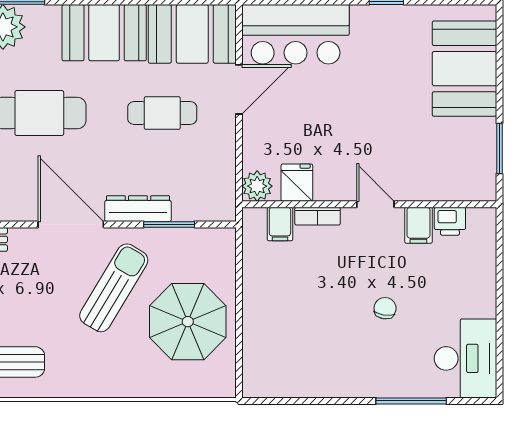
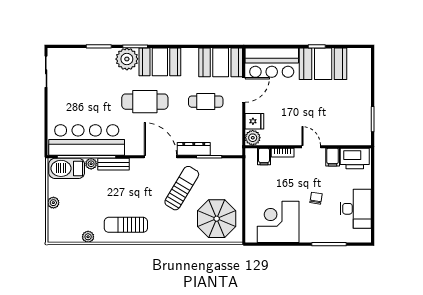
booth: (104, 33) -> (160, 62), moved
booth: (465, 69) -> (323, 64), moved, turned 90
fridge: (297, 183) -> (254, 121), moved, turned 90
printer: (450, 221) -> (355, 158), width x1.87, depth x1.48
parasol: (188, 322) -> (217, 219), moved
corner desk: (308, 356) -> (278, 222), added
desk: (465, 358) -> (356, 209), moved

